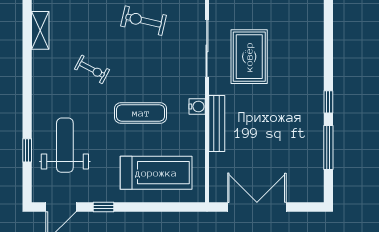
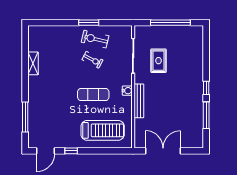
shelving: (40, 30) -> (33, 63), moved
rug: (249, 57) -> (159, 61), width x0.73, depth x0.70
exercise bike: (92, 69) -> (92, 60), moved
weight bench: (65, 145) -> (48, 114), removed
window: (27, 150) -> (25, 117), width x2.17

